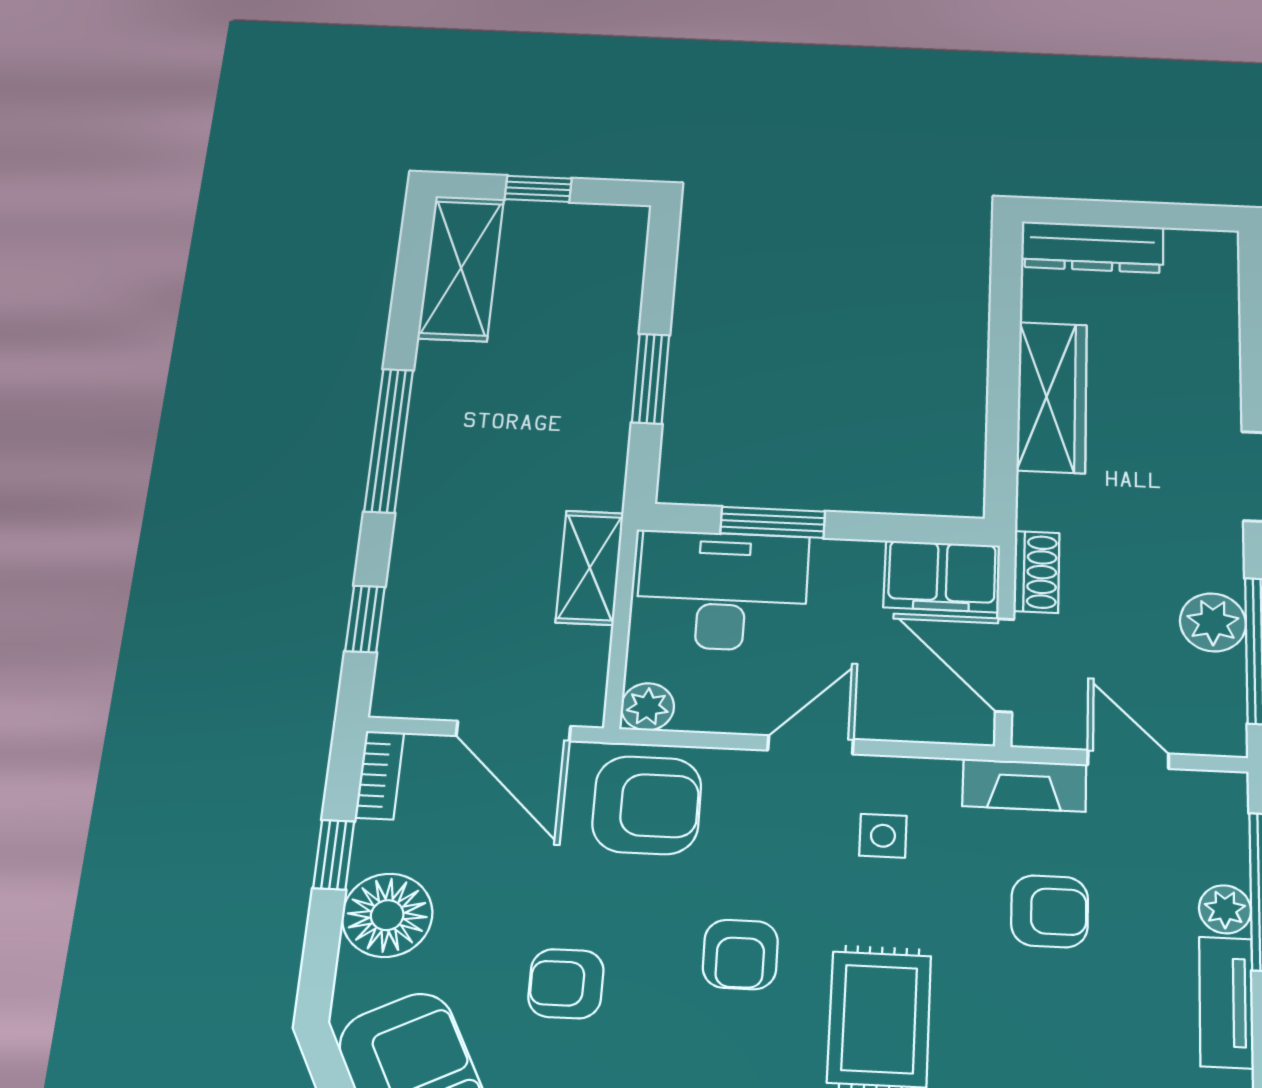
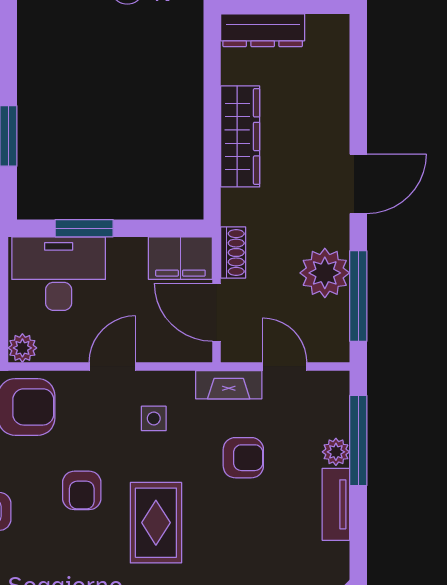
plant: (1213, 622) -> (325, 273), width x1.36, depth x1.36

